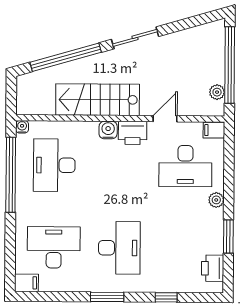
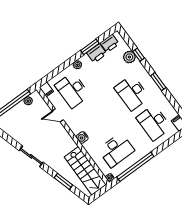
window: (66, 57) -> (63, 181), width x0.47
stairs: (98, 100) -> (85, 171), moved
printer: (133, 133) -> (97, 53), moved, turned 90
desk: (185, 166) -> (72, 90), turned 180
desk: (119, 248) -> (132, 93), turned -90
plant: (172, 282) -> (129, 57), added

